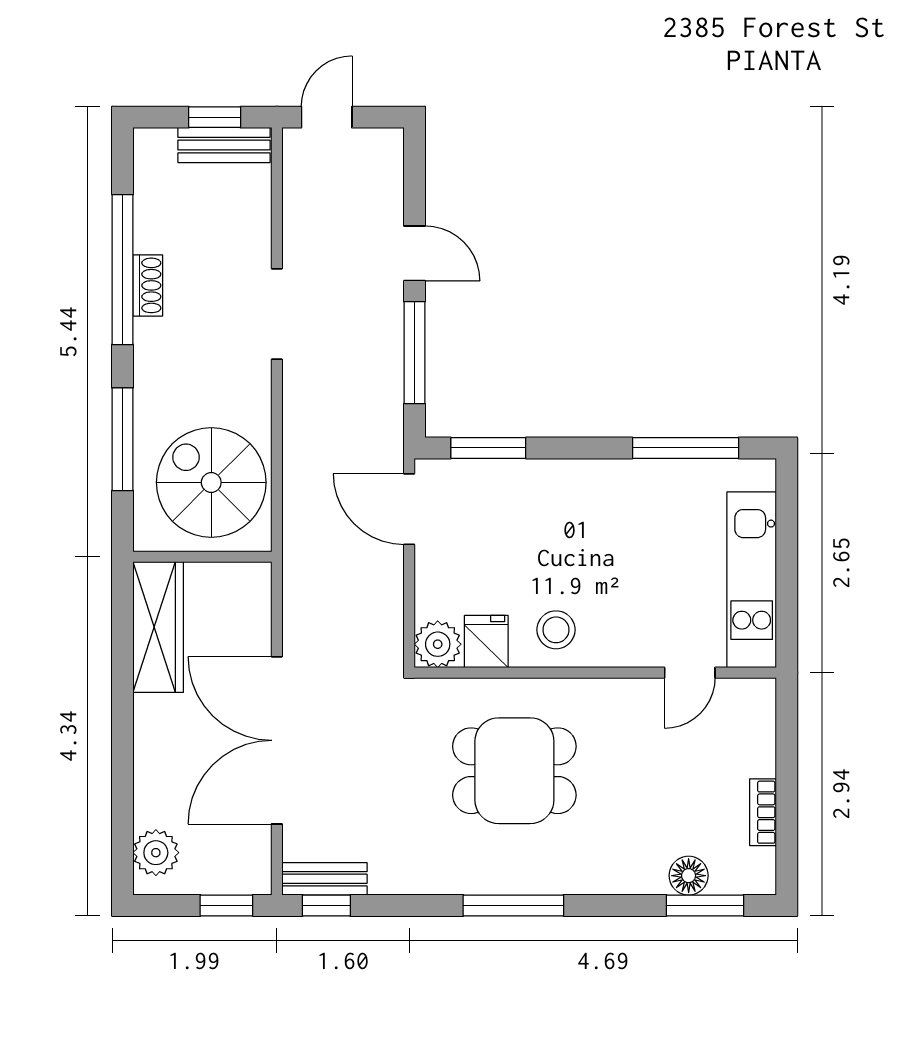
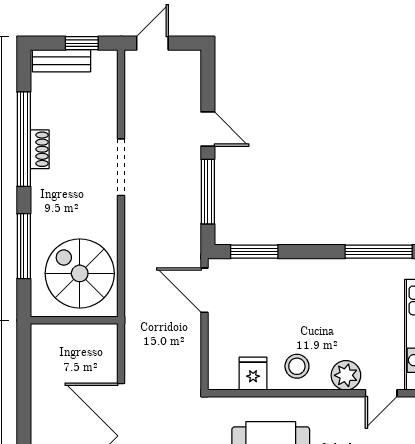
bench: (224, 145) -> (61, 61), moved
wardrobe: (158, 627) -> (46, 364), removed
plant: (438, 644) -> (346, 375), moved

